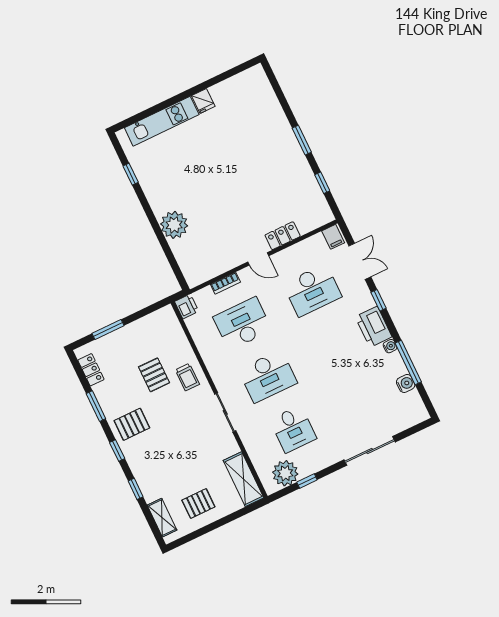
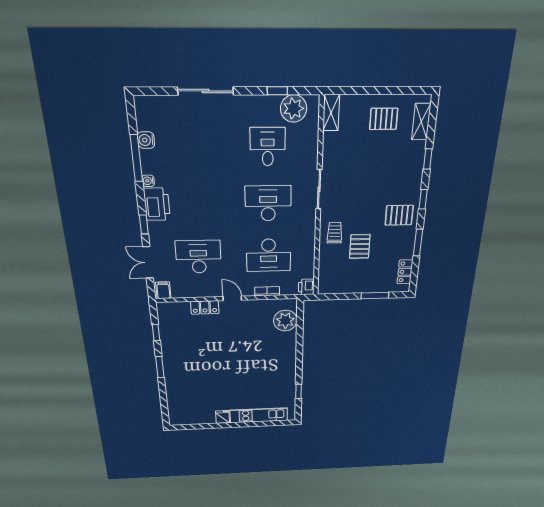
plant: (174, 225) -> (285, 321), moved
shelving: (243, 479) -> (331, 113), width x0.67, depth x0.75

